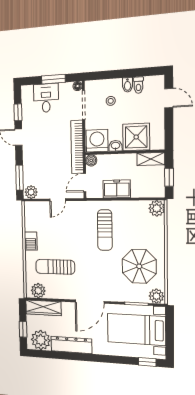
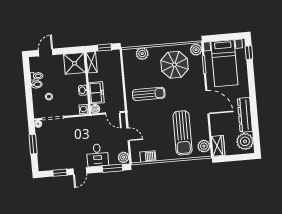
desk: (46, 98) -> (97, 155), moved, turned -90
shower: (136, 137) -> (75, 63), moved
washing machine: (97, 141) -> (84, 109), width x0.53, depth x0.53
bookcase: (77, 147) -> (85, 121), removed
freezer: (117, 189) -> (96, 93), moved, turned 180
plant: (157, 208) -> (142, 54), moved
barbecue: (31, 241) -> (148, 157), moved
sun lounger: (55, 267) -> (183, 133), width x1.36, depth x1.34
wardrobe: (43, 308) -> (218, 146), width x0.67
window: (23, 329) -> (238, 157), removed

